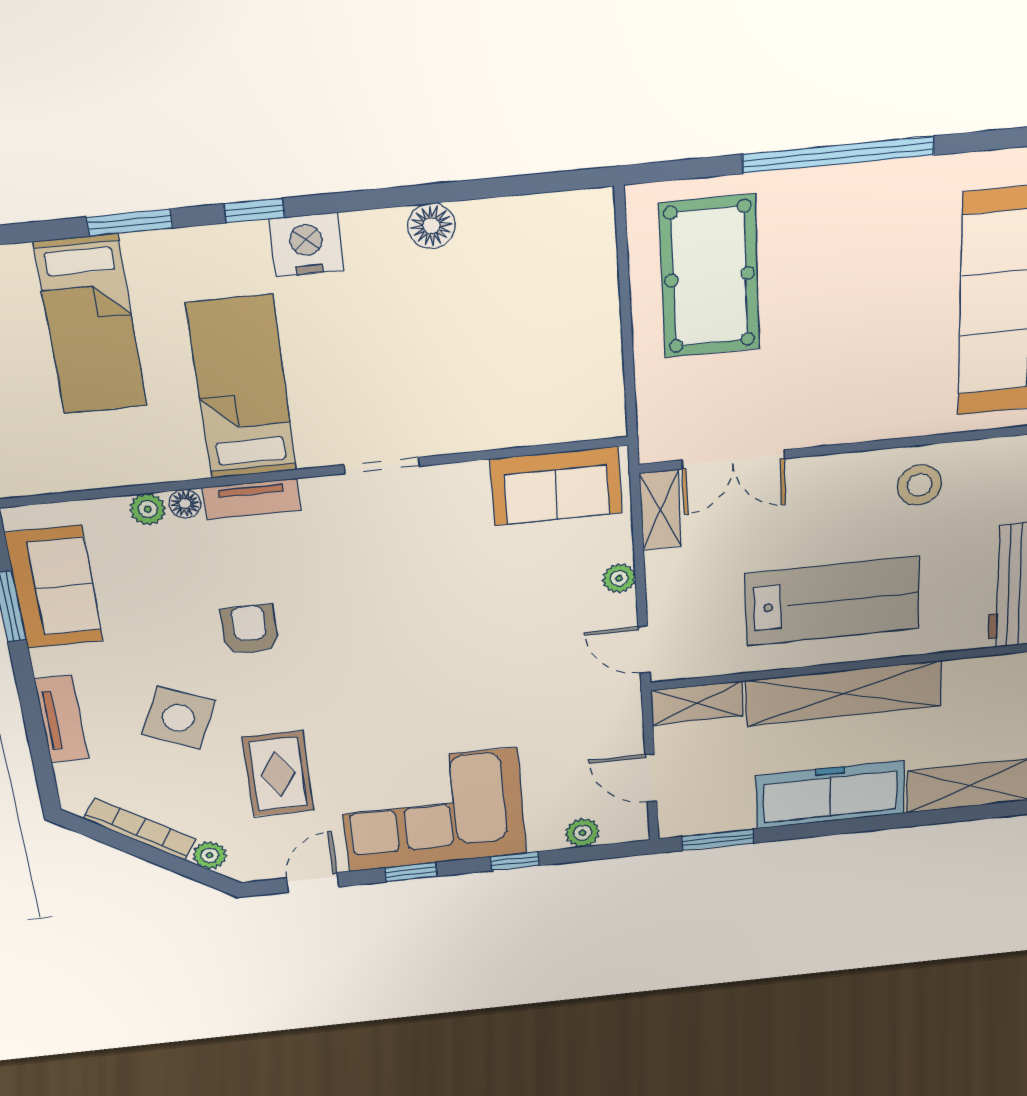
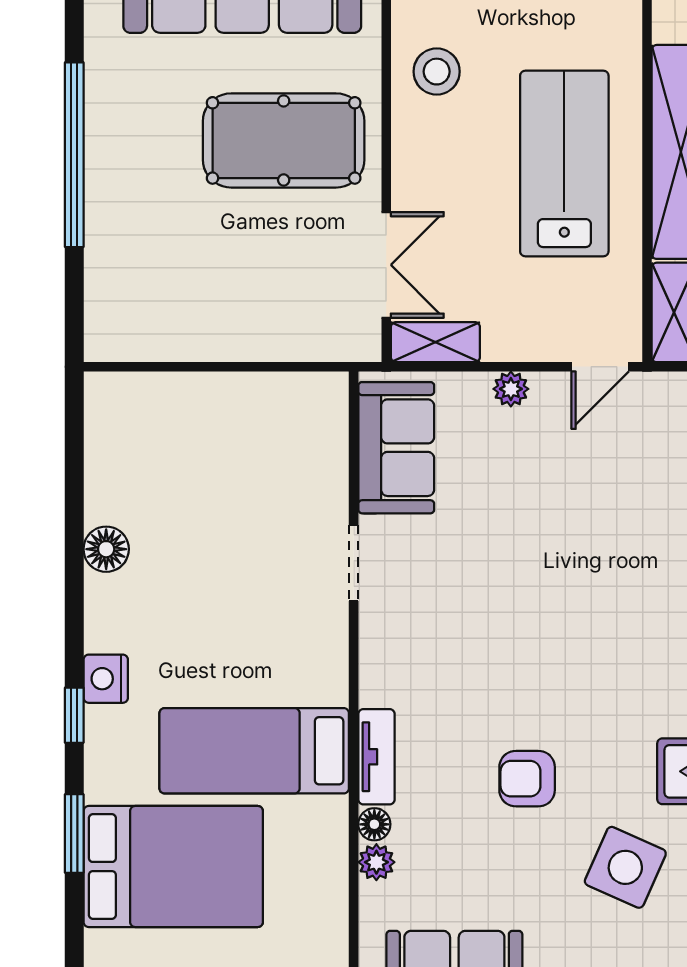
nightstand: (307, 245) -> (106, 679), width x0.74, depth x0.75
pool table: (710, 277) -> (284, 140), moved
bed: (91, 325) -> (173, 867), width x1.50
doorway: (382, 465) -> (354, 563), moved

